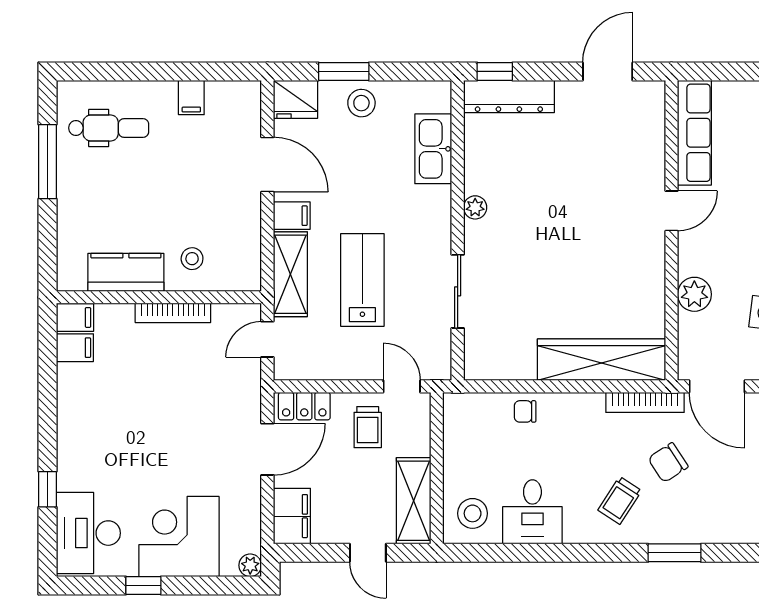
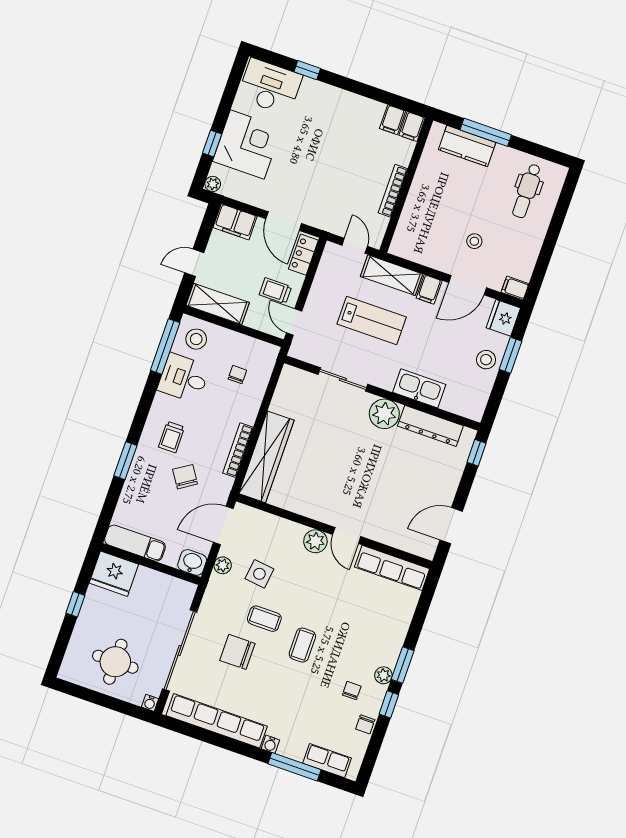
door: (608, 71) -> (451, 526), swing flipped
dresser: (509, 97) -> (430, 426), moved, turned -90
filing cabinet: (191, 98) -> (515, 288), moved
kitchen sink: (433, 149) -> (419, 388), moved
window: (48, 162) -> (486, 132), moved
plant: (475, 207) -> (384, 414), width x1.87, depth x1.87
stool: (192, 259) -> (474, 241), moved
kitchen counter: (126, 272) -> (467, 146), moved, turned 90
plant: (694, 294) -> (315, 541), moved
door: (402, 386) -> (294, 322), swing flipped
bookcase: (645, 402) -> (238, 450), moved
chair: (525, 411) -> (237, 375), moved
trolley: (620, 500) -> (171, 437), turned -123
window: (498, 553) -> (165, 346), added
window: (143, 585) -> (212, 143), moved

